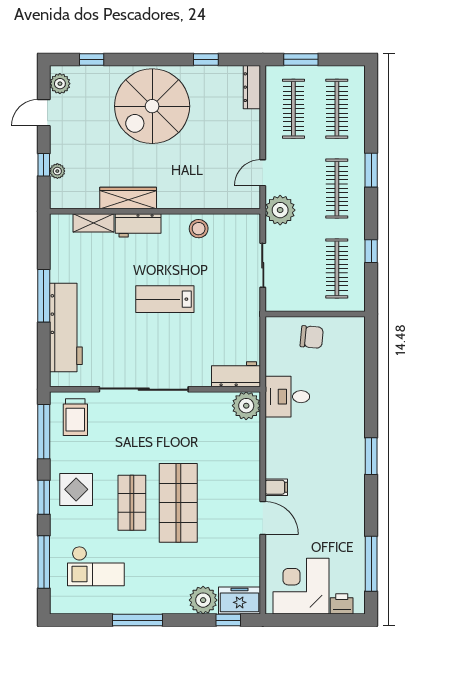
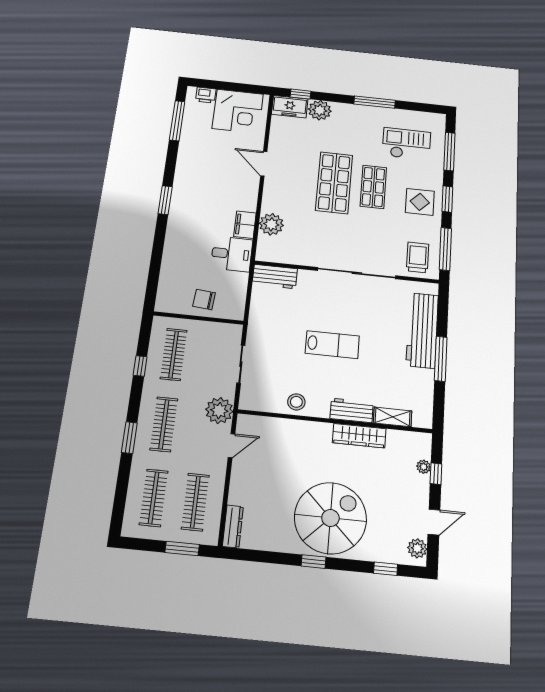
window: (206, 59) -> (314, 562), moved
plant: (246, 406) -> (271, 224), moved
filing cabinet: (276, 487) -> (245, 225), moved, width x2.00

